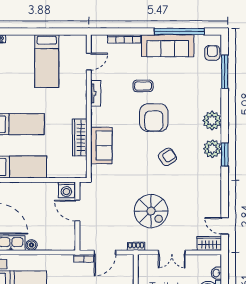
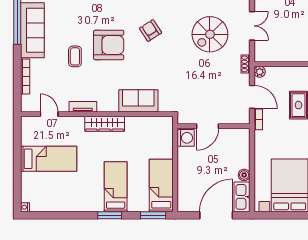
wardrobe: (80, 138) -> (105, 124), moved
spiral stairs: (151, 211) -> (210, 34), moved, turned 180
plant: (129, 260) -> (260, 72), added

